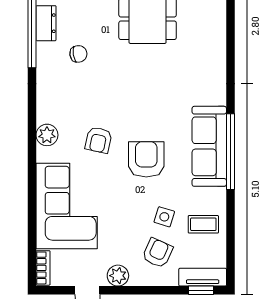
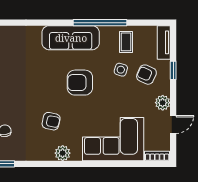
armchair: (98, 140) -> (51, 121), moved
window: (230, 152) -> (100, 23), moved
window: (201, 290) -> (173, 70), moved

